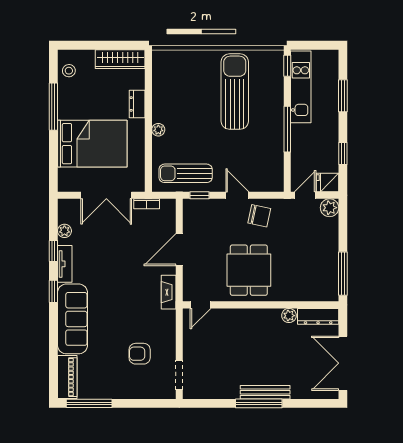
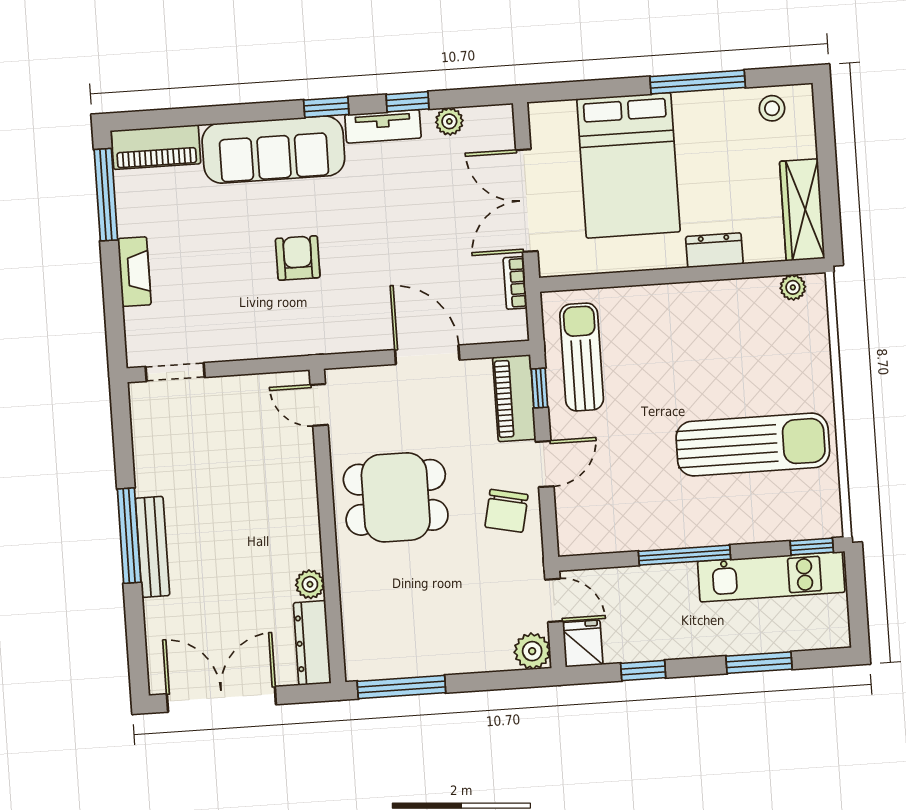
plant: (158, 130) -> (793, 287), moved
piano: (204, 208) -> (514, 398), added
fireplace: (169, 292) -> (134, 272), moved, turned 90
armchair: (140, 354) -> (298, 258), moved

